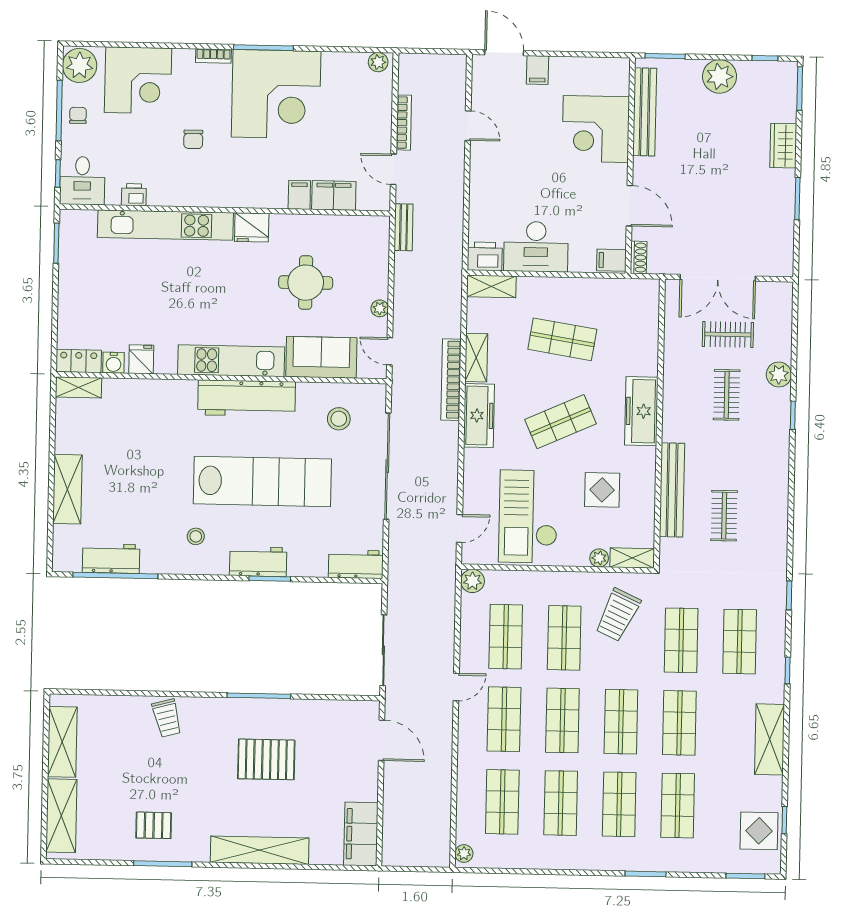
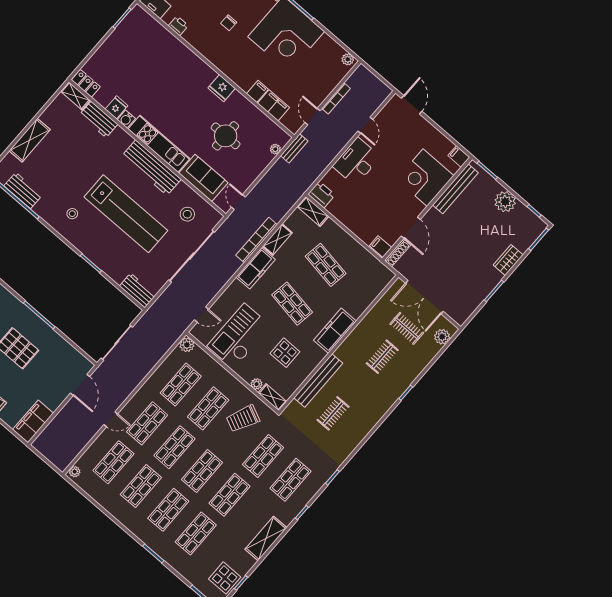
filing cabinet: (537, 70) -> (459, 156), moved, turned 90
kitchen unit: (165, 225) -> (181, 53), removed
desk: (536, 247) -> (357, 161), moved, turned 90
shoe rack: (639, 257) -> (398, 253), width x1.43
plant: (380, 308) -> (275, 149), moved
water cooler: (114, 363) -> (126, 119), moved
plant: (779, 375) -> (442, 337), moved
shop shelf: (561, 422) -> (292, 304), turned 33
workbench: (258, 562) -> (99, 119), moved, turned 180
door: (456, 687) -> (111, 419), moved

